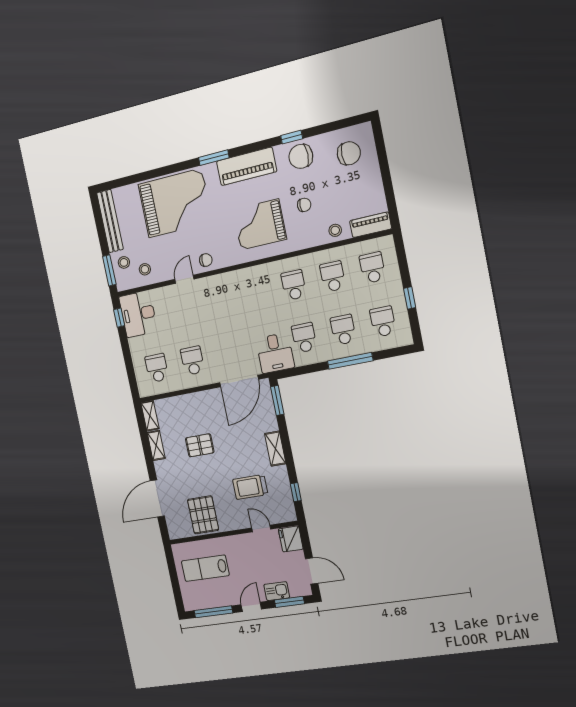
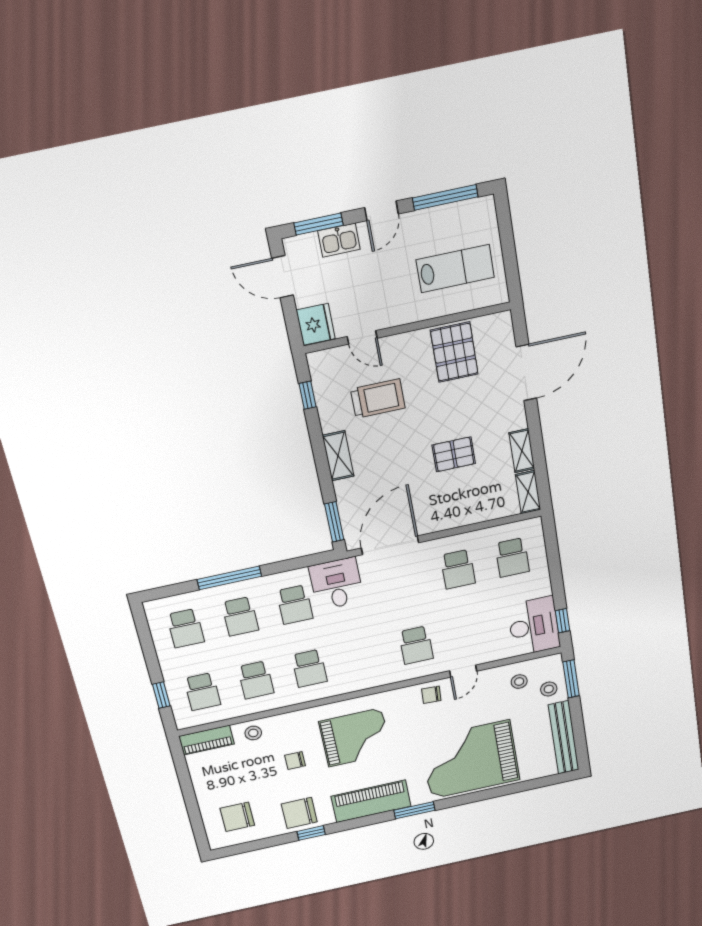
chair: (301, 156) -> (299, 813), turned 180
window: (410, 298) -> (161, 695), moved
school desk: (218, 302) -> (416, 645), added

